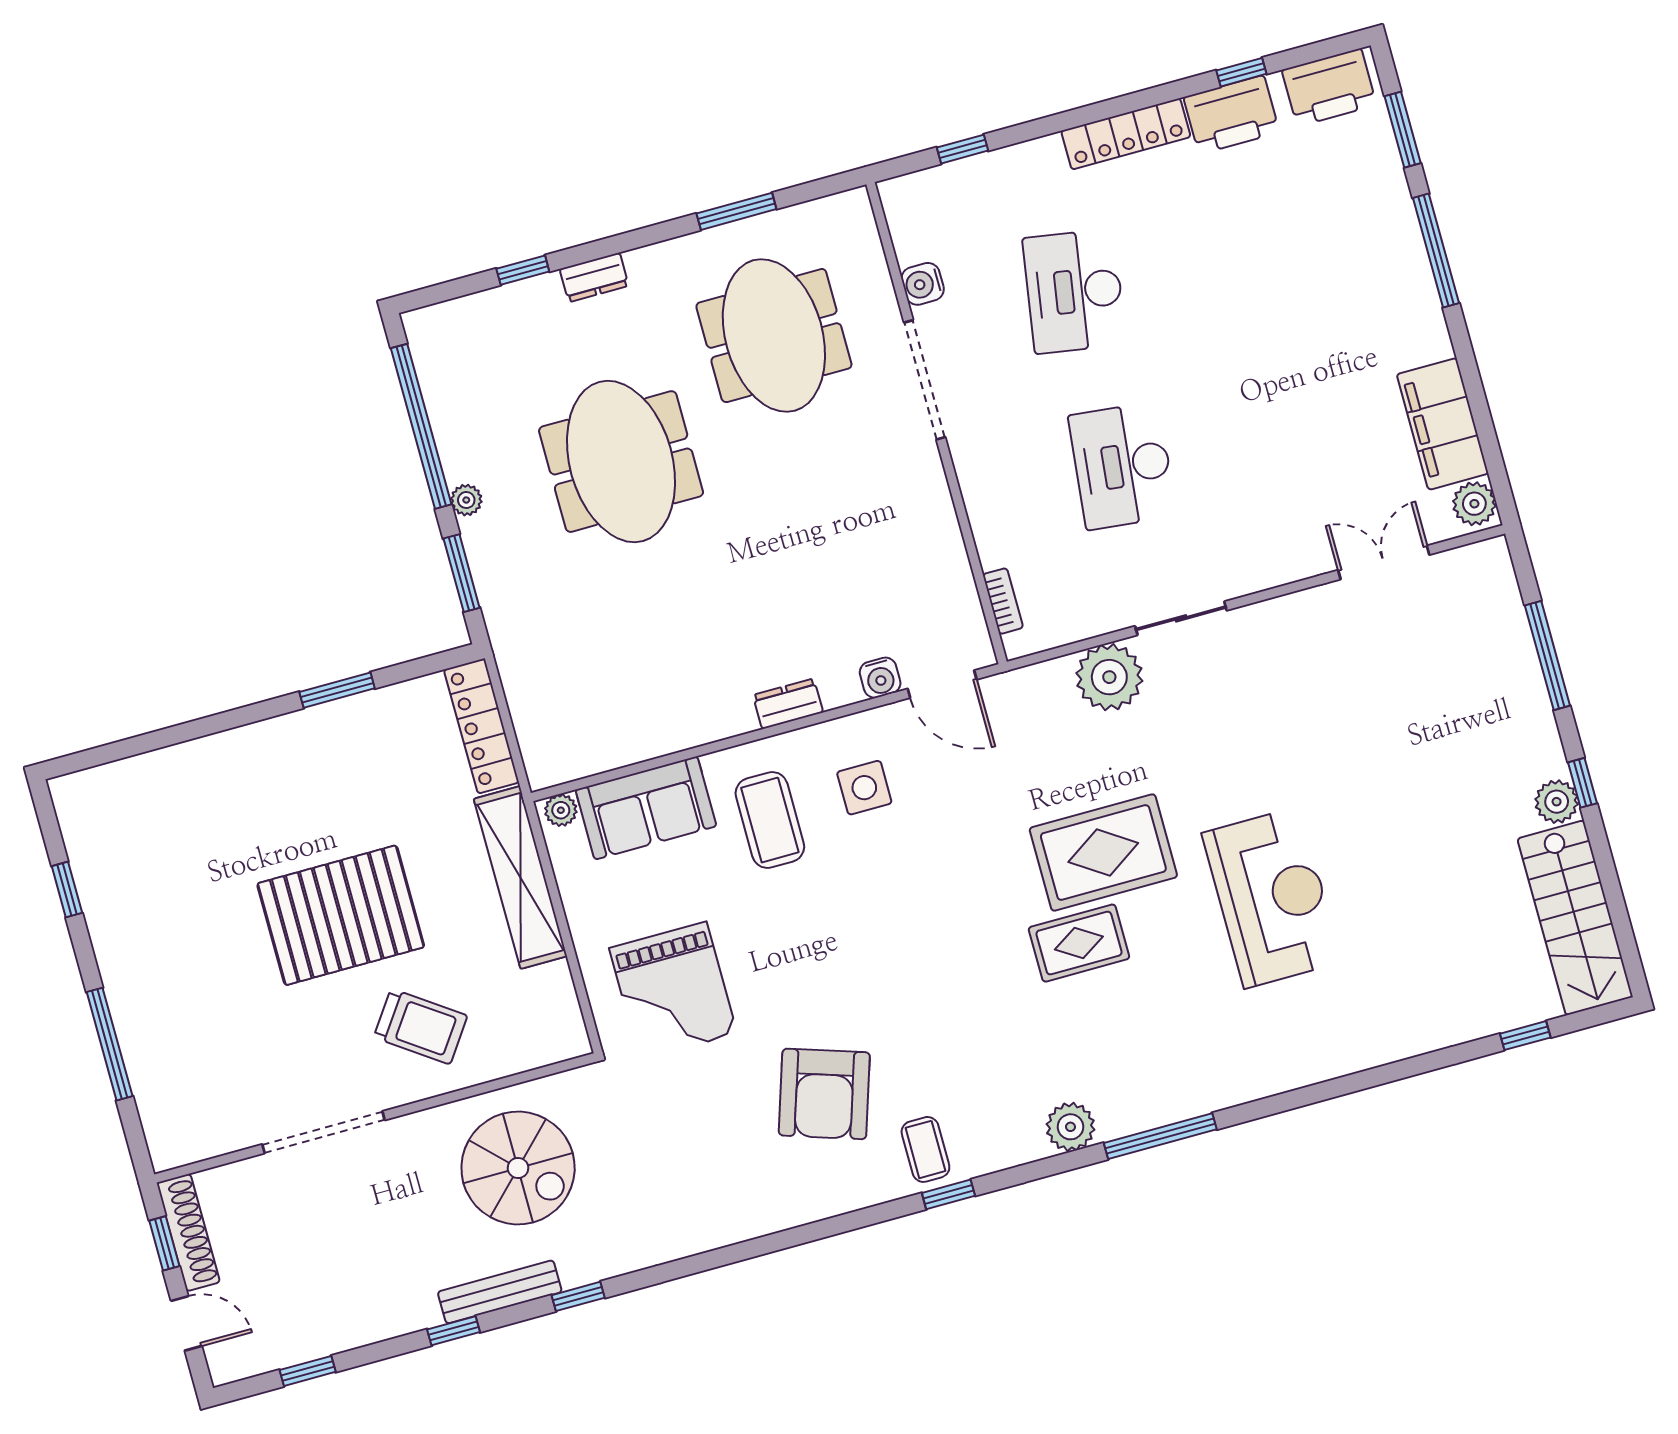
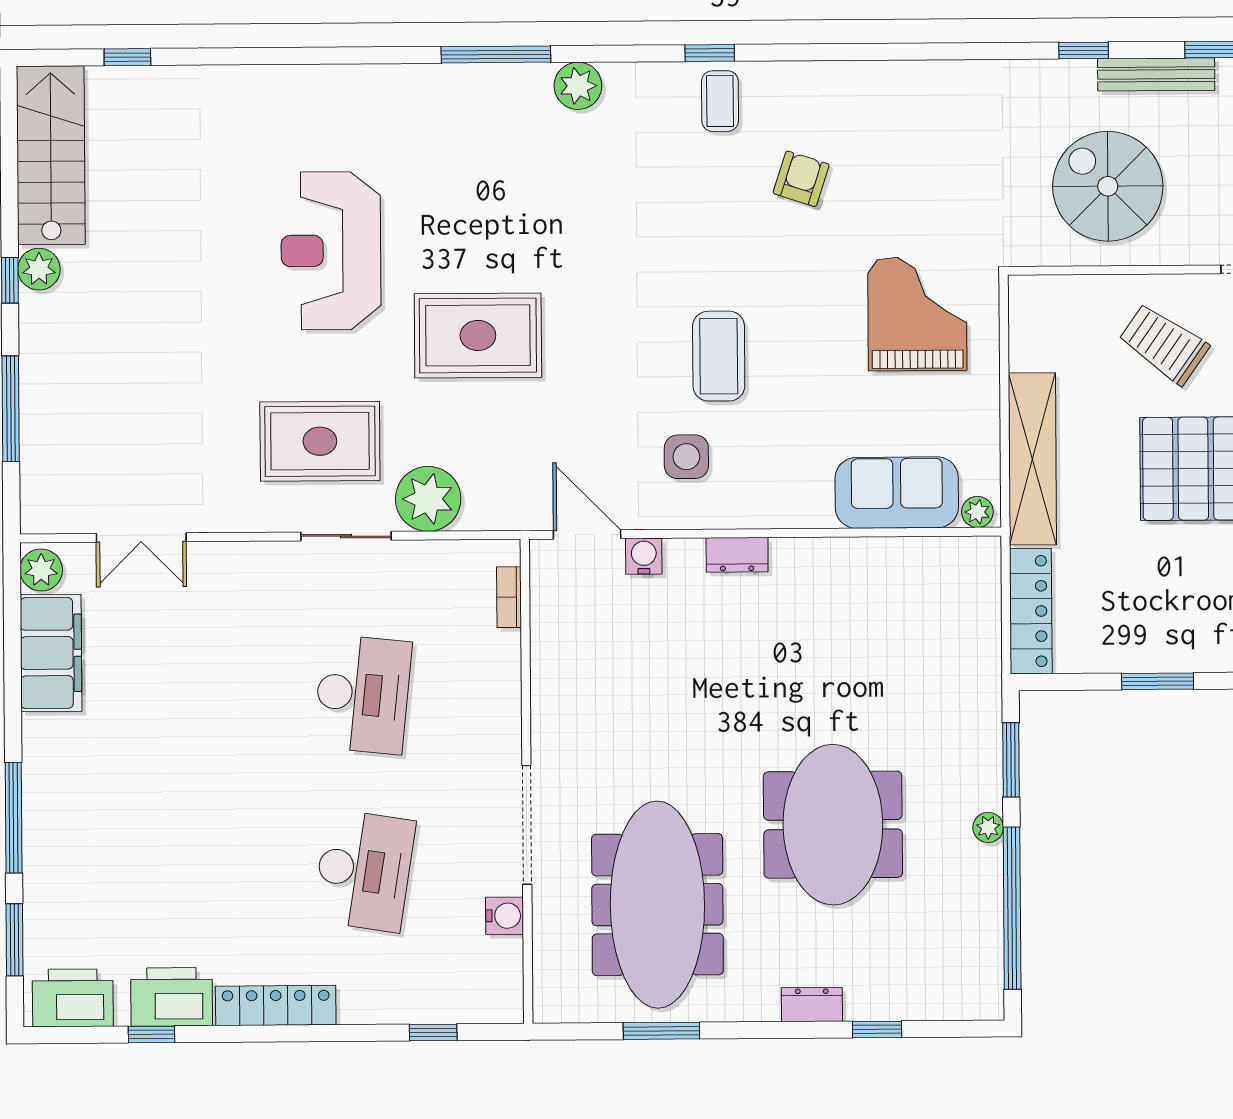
meeting table: (774, 336) -> (657, 905), width x1.36
coffee table: (770, 820) -> (719, 356), moved
rug: (1079, 943) -> (320, 441), moved, width x1.36, depth x1.43
armchair: (824, 1094) -> (801, 179), width x0.53, depth x0.53

